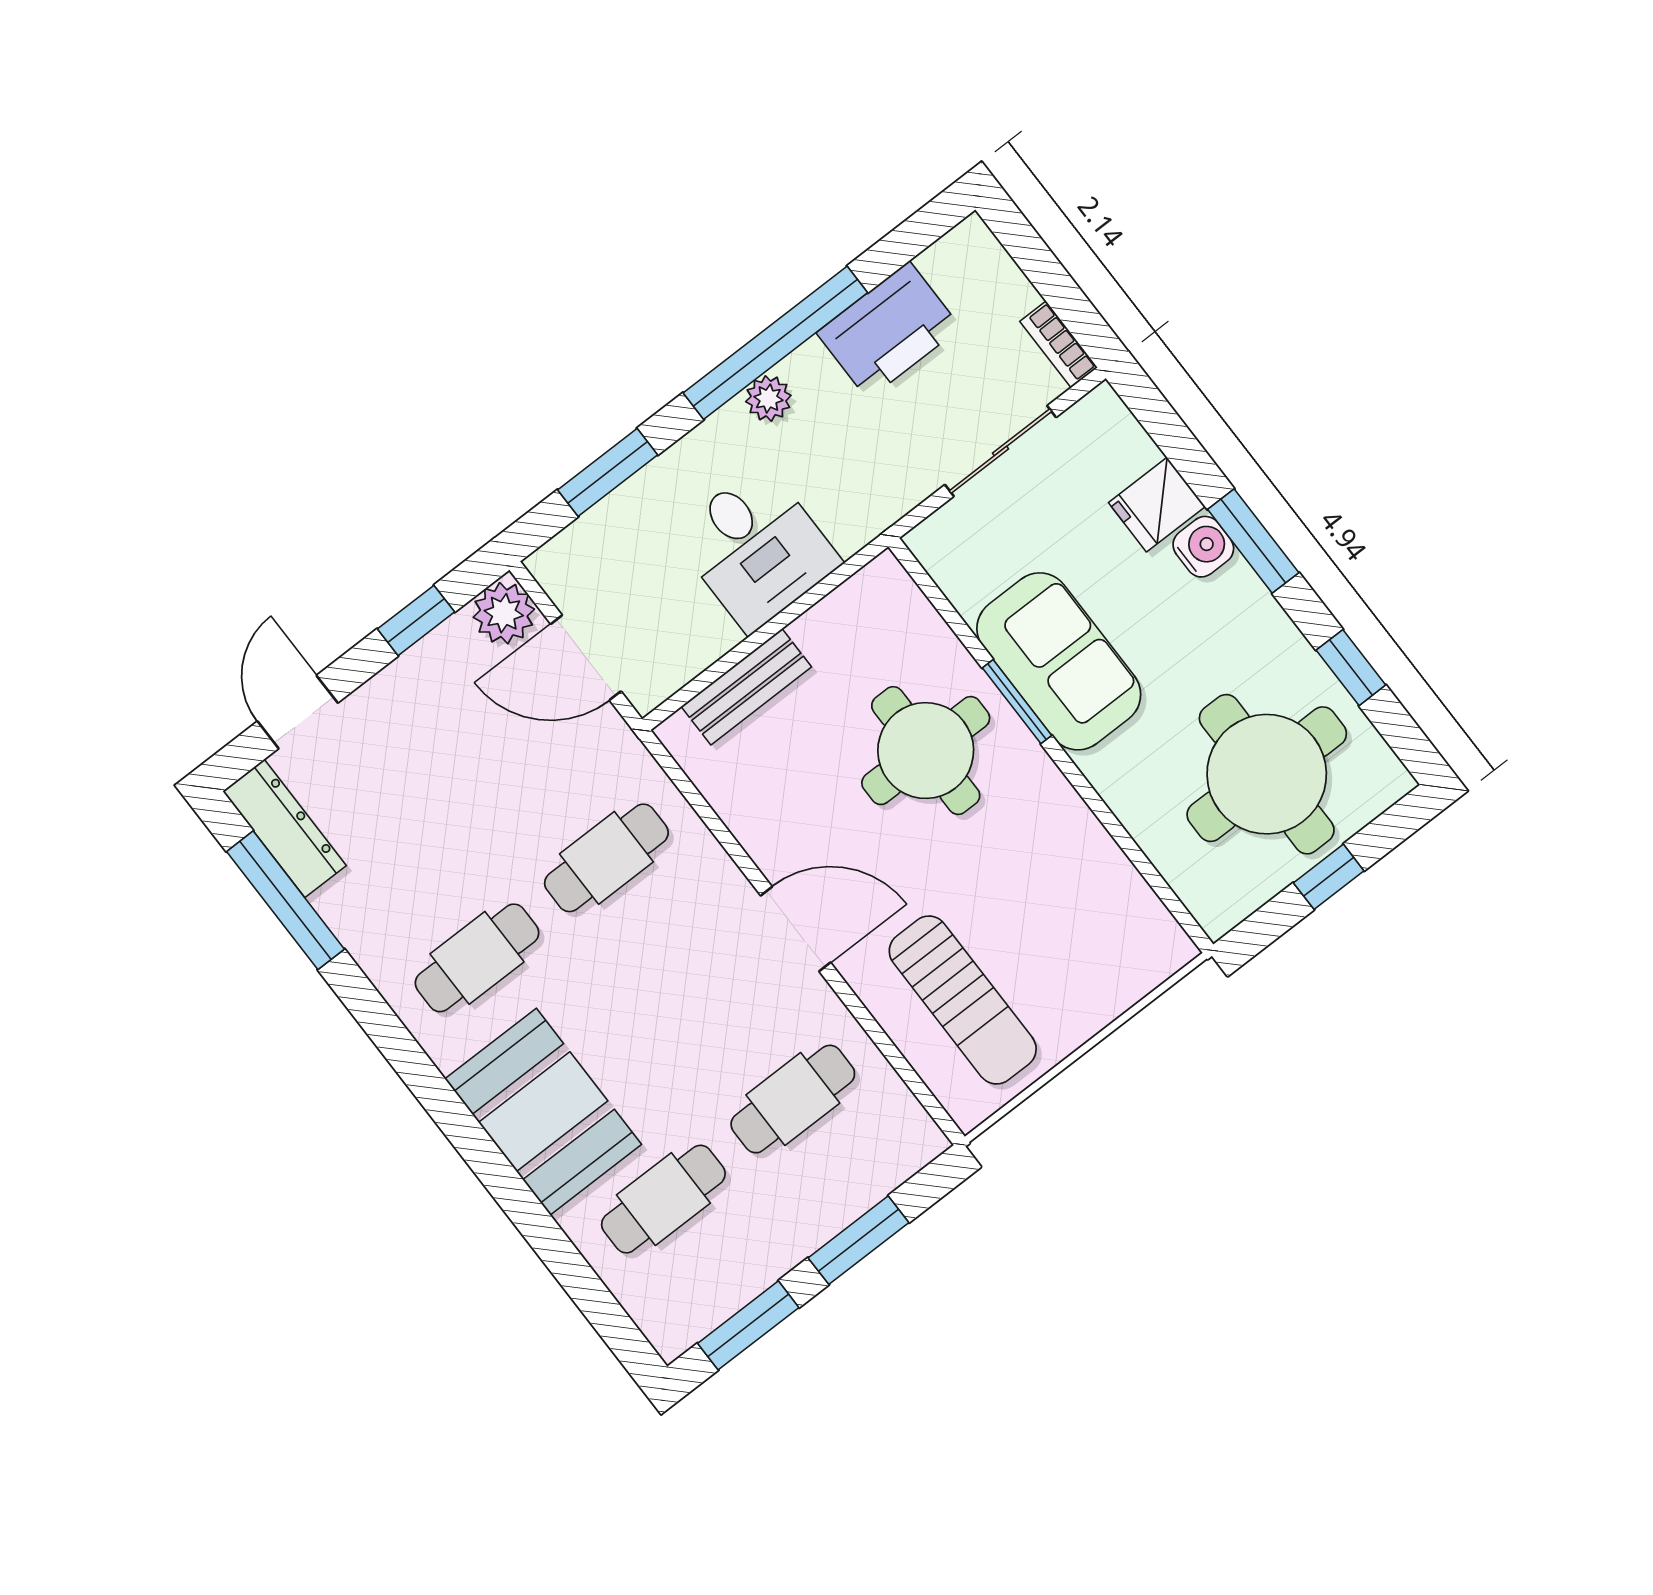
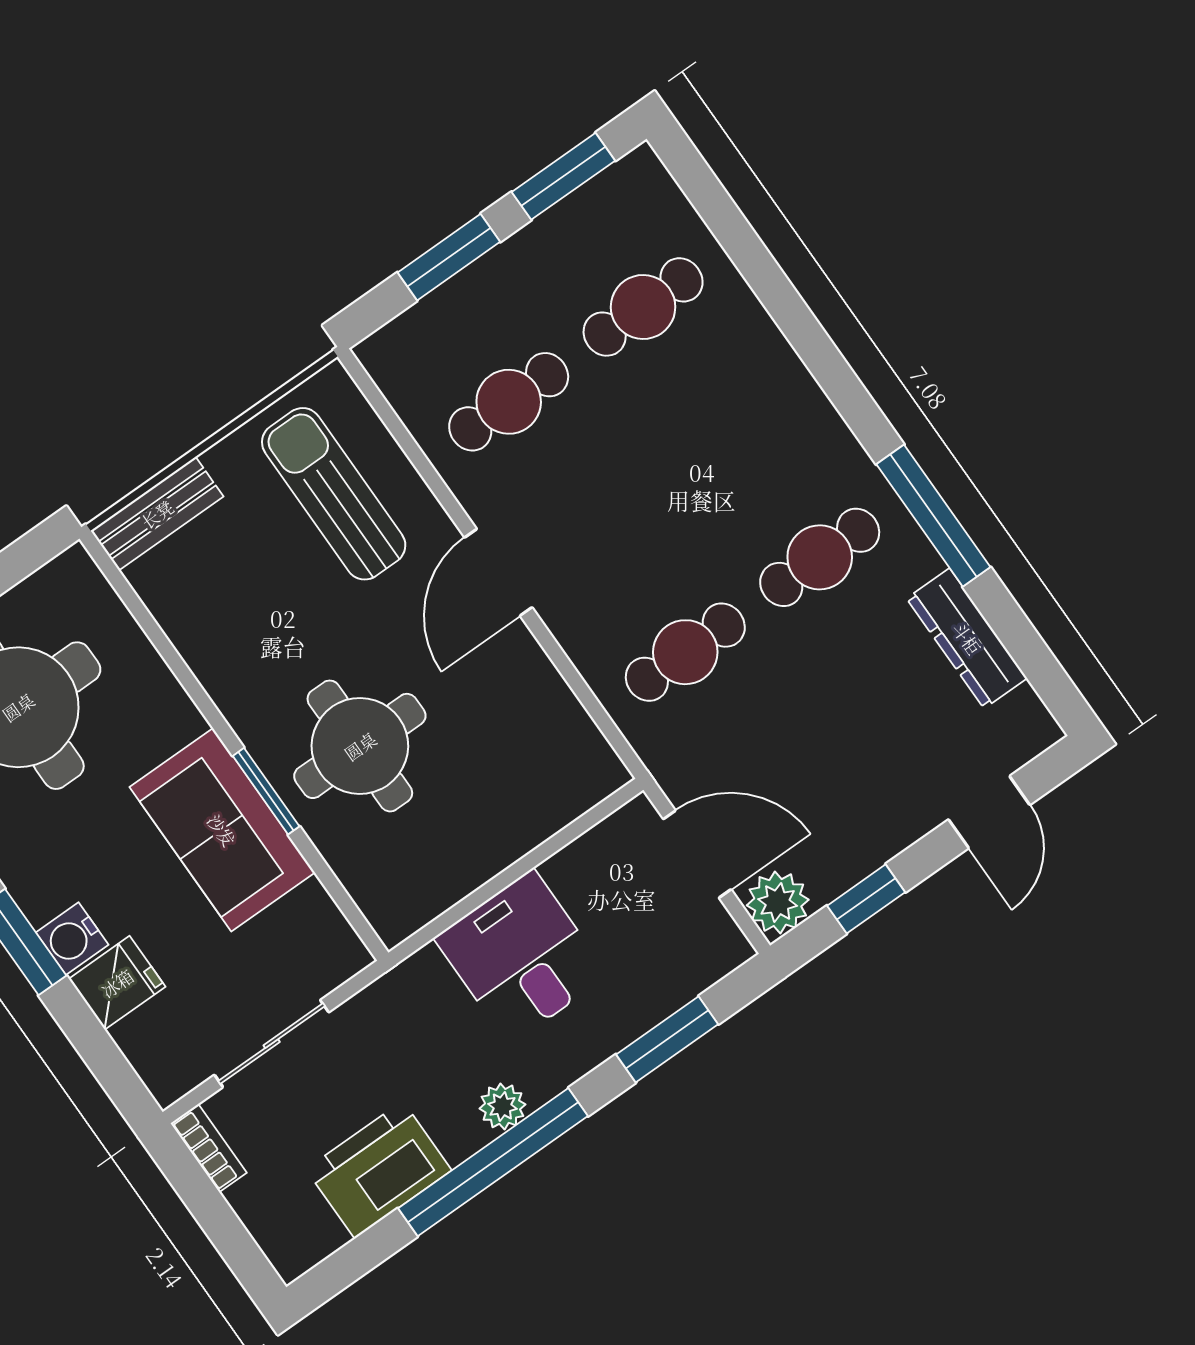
bench: (746, 687) -> (157, 514), moved
dresser: (284, 828) -> (967, 638), moved
window: (285, 900) -> (933, 516), moved
door: (796, 929) -> (498, 572), hinge flipped
booth: (543, 1112) -> (760, 400), removed

